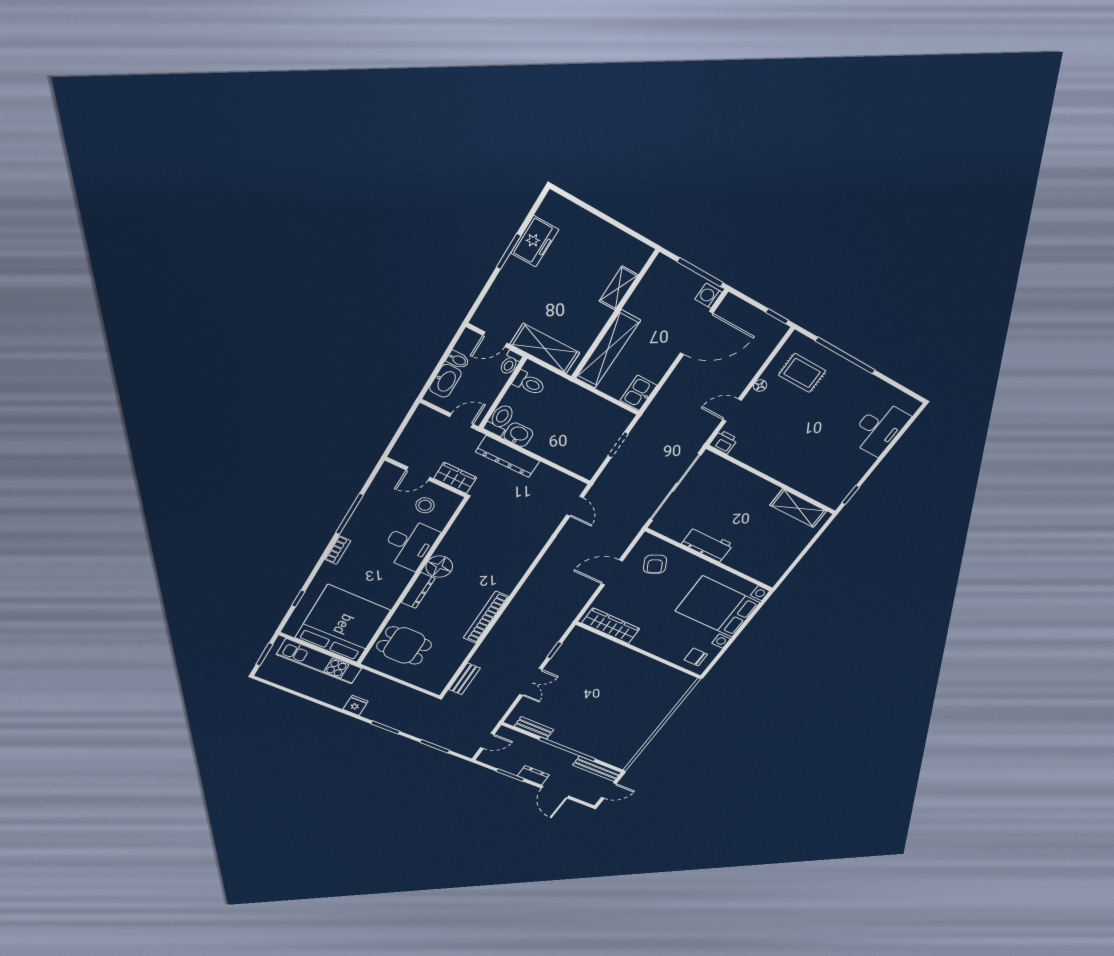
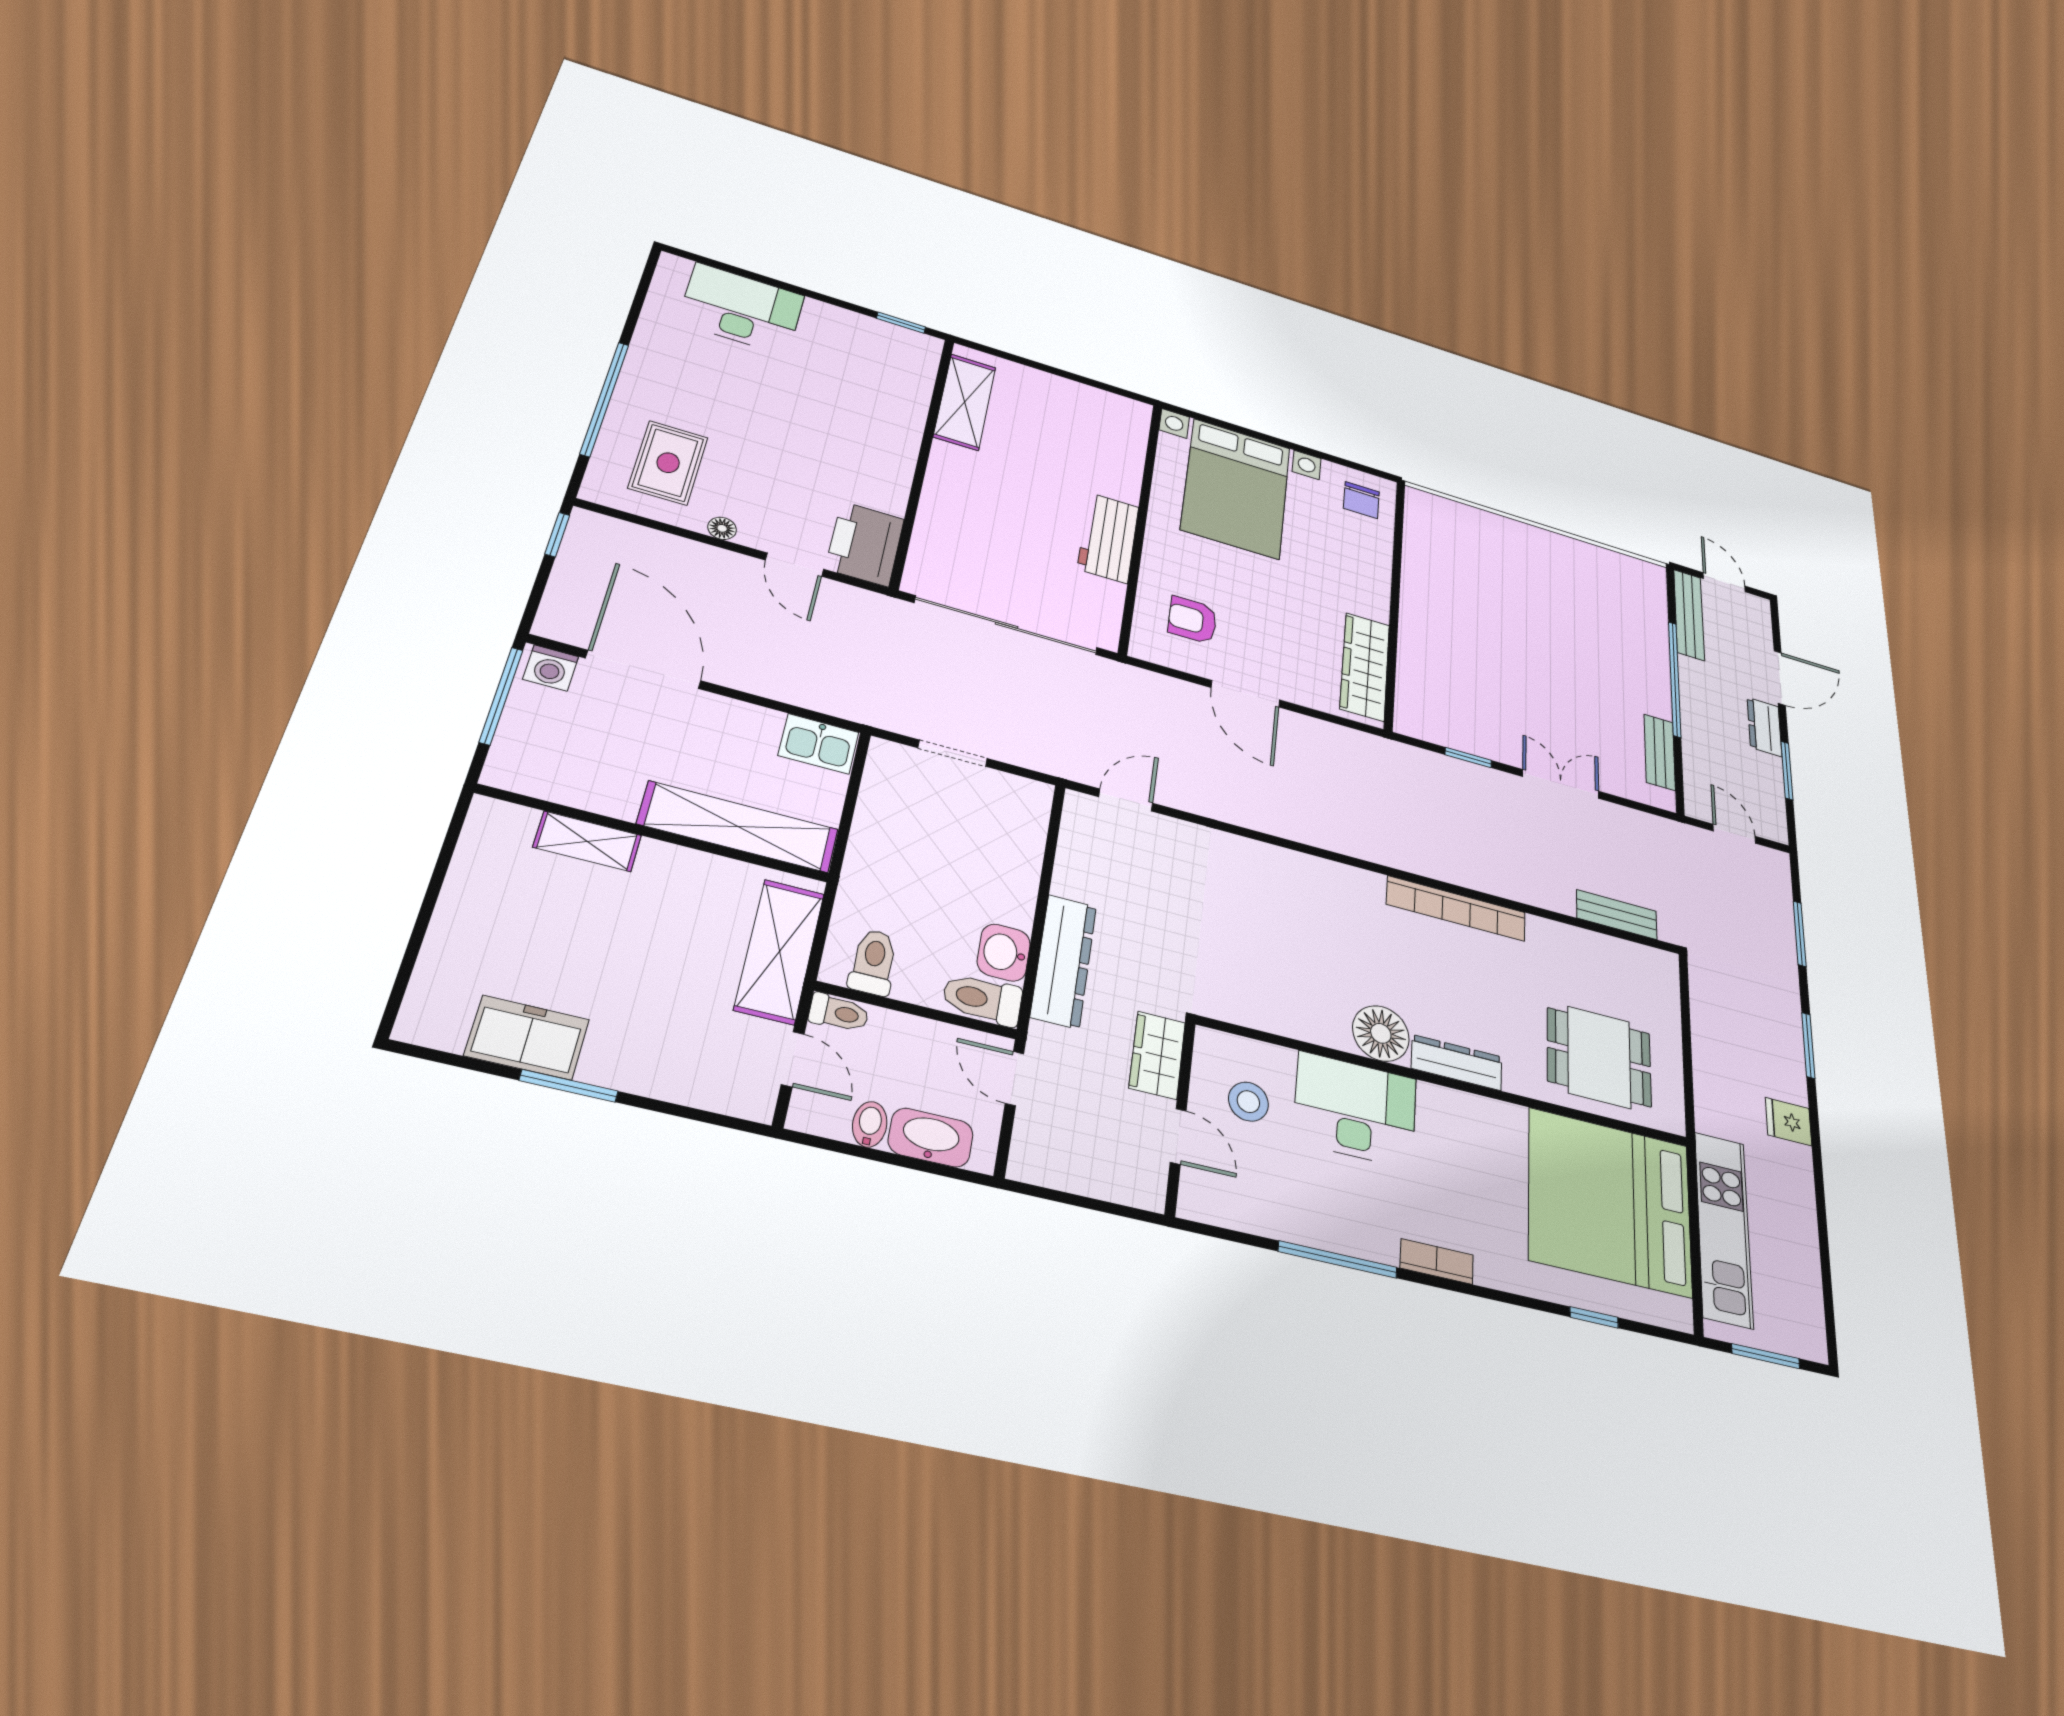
printer: (724, 442) -> (865, 544), width x1.87, depth x1.48
armchair: (655, 564) -> (1192, 620), turned -153
dining table: (404, 646) -> (1599, 1057), turned 90

